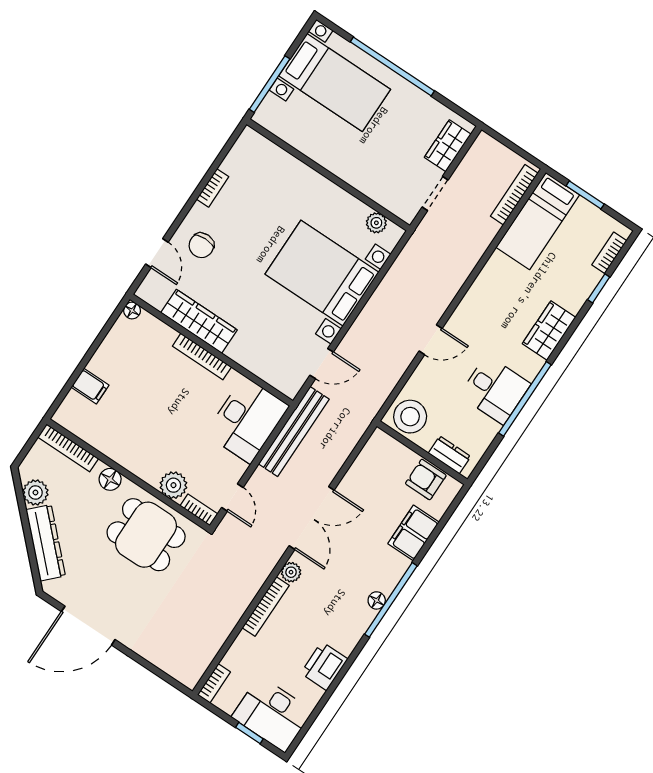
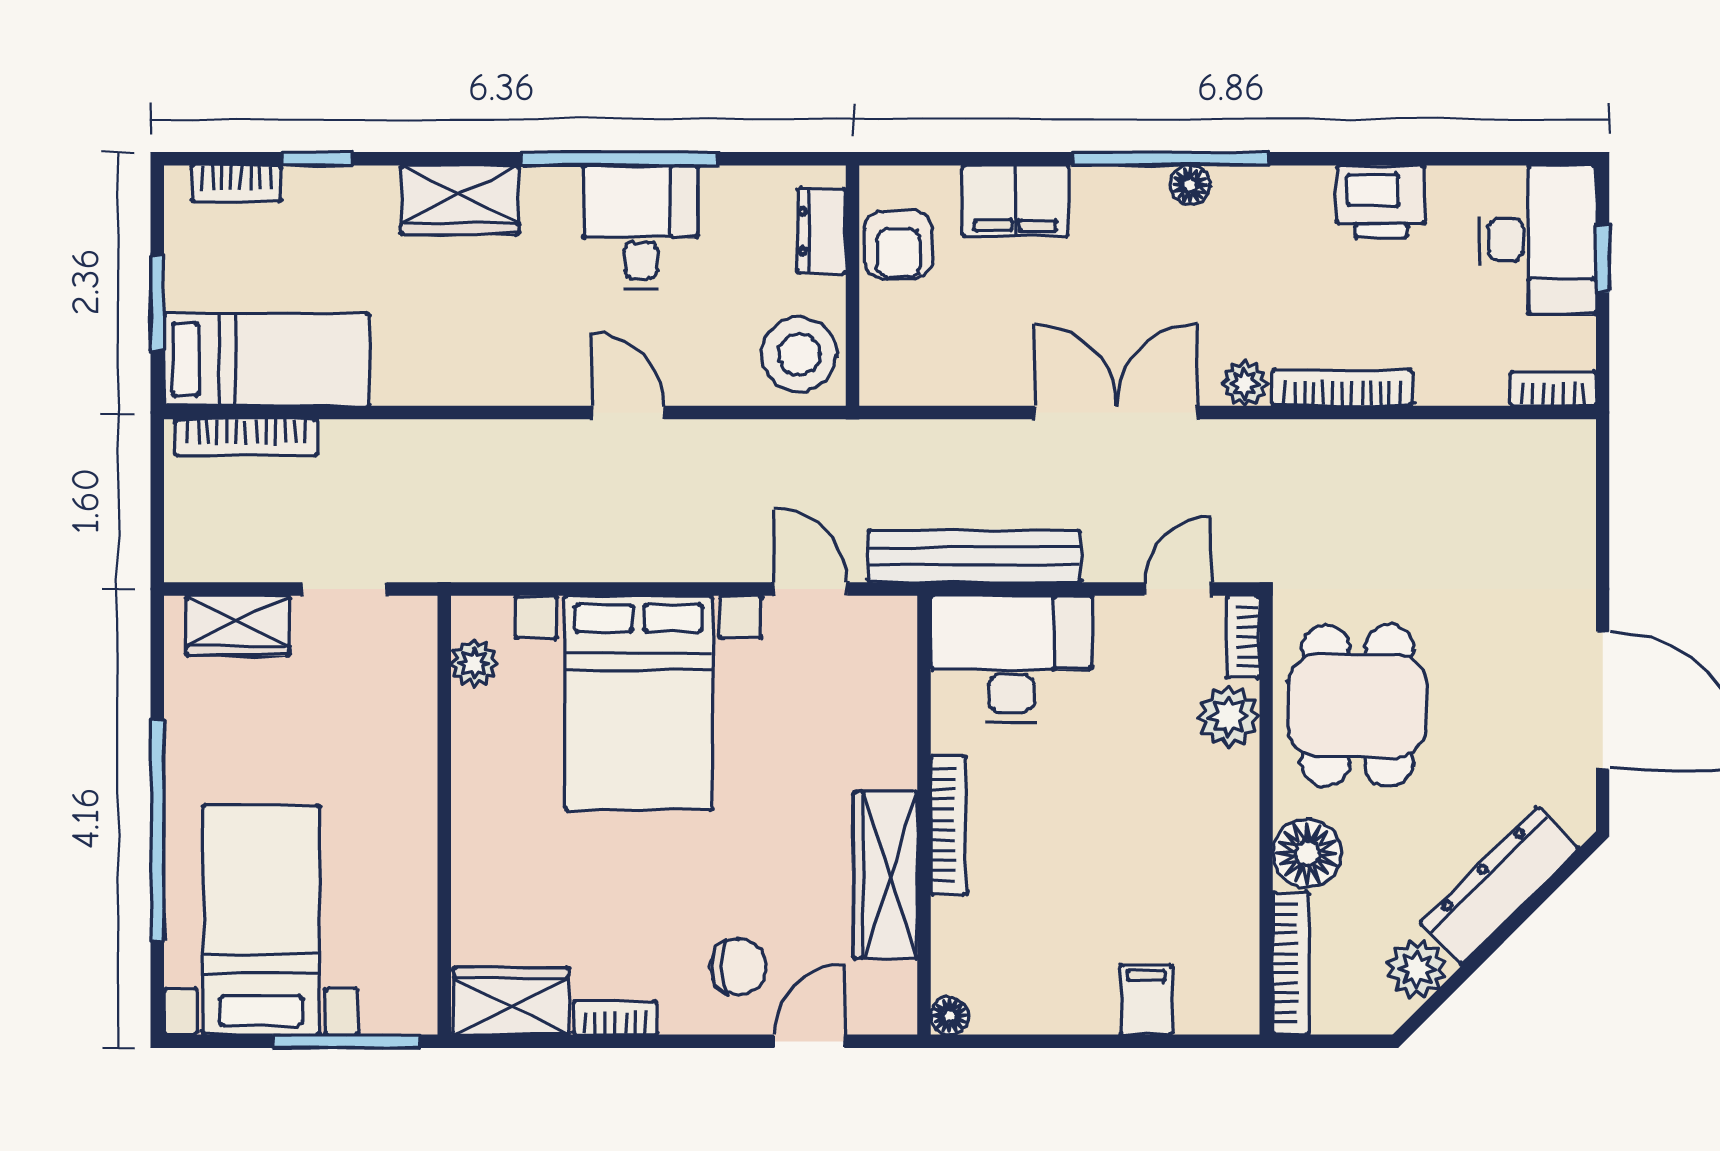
wardrobe: (244, 154) -> (511, 1001), added
floor lamp: (110, 479) -> (1307, 853), width x1.38, depth x1.38

